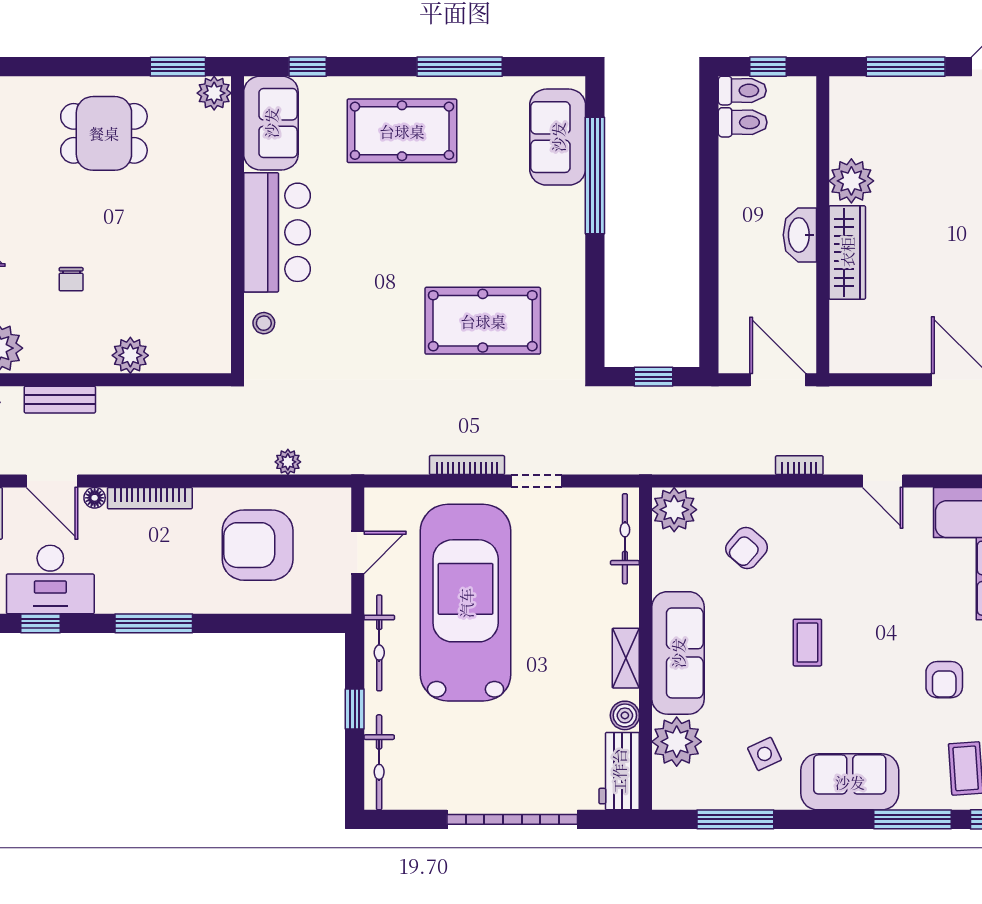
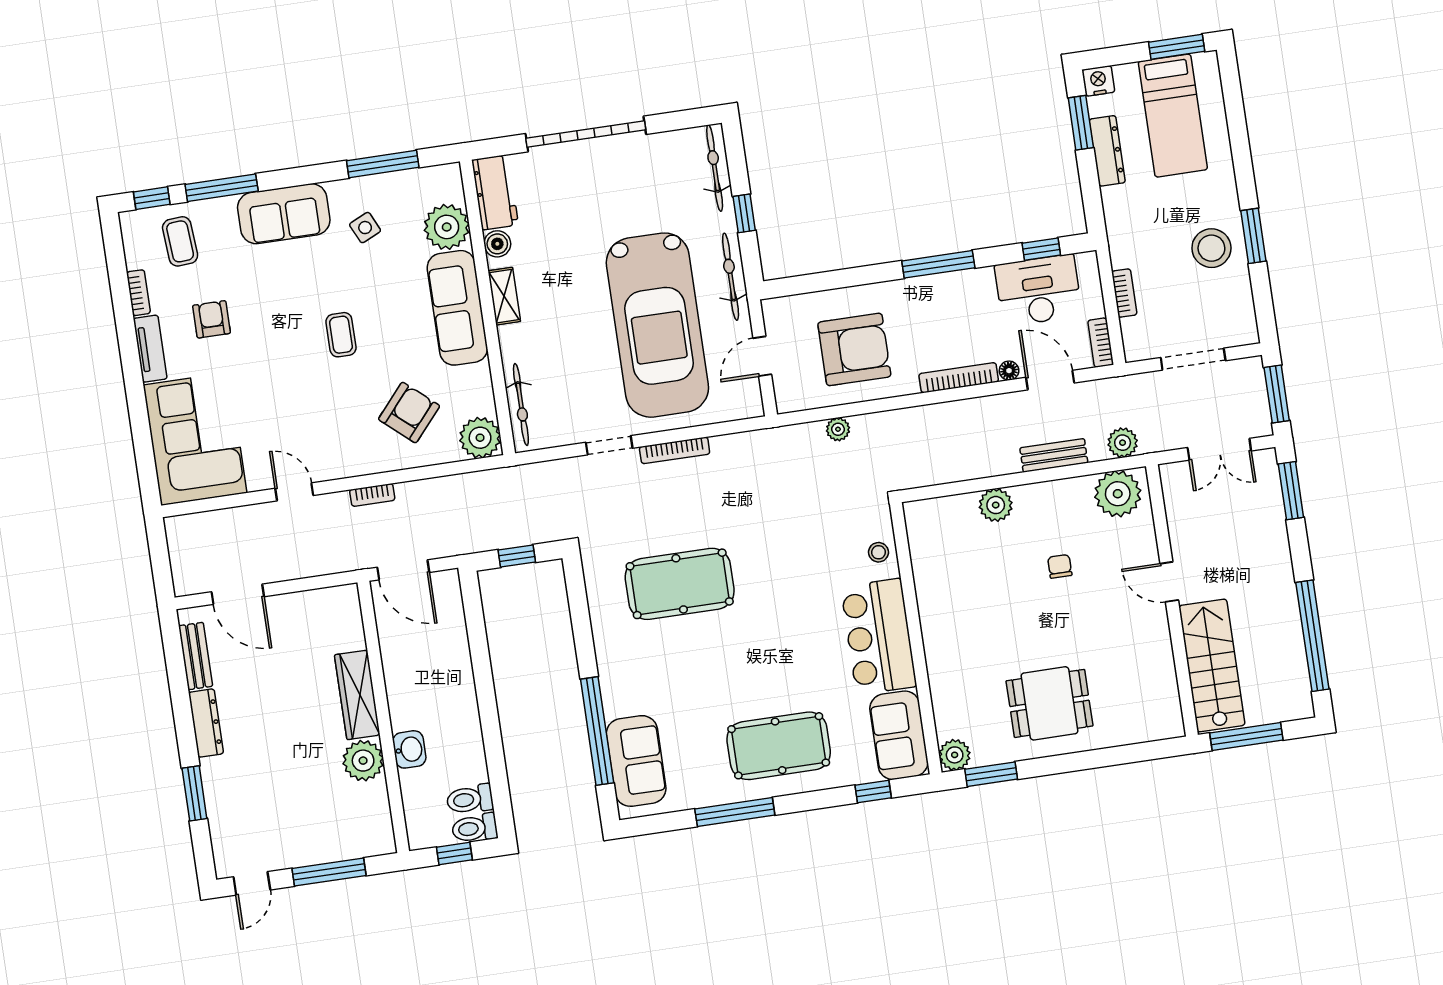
washbasin: (800, 235) -> (409, 749), moved, width x0.72
armchair: (747, 548) -> (409, 413), width x1.38, depth x1.38

